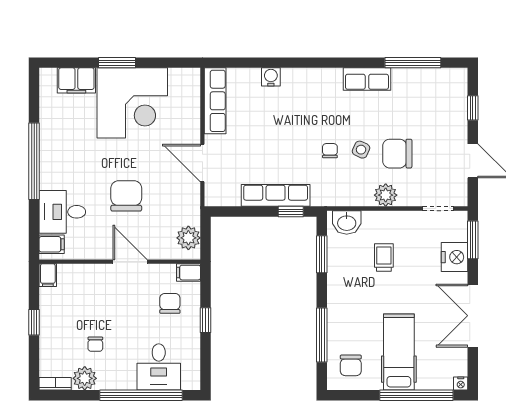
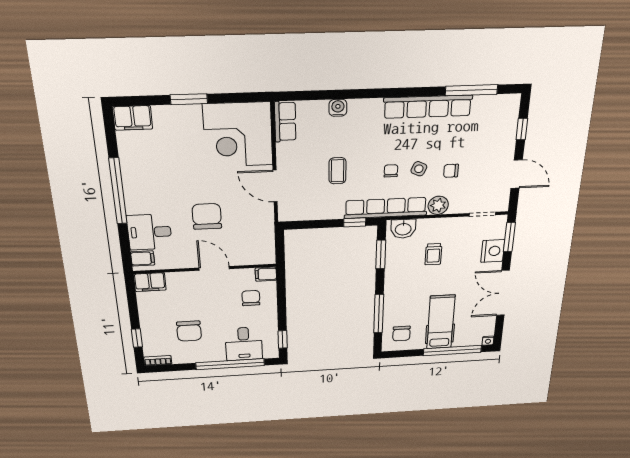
row of seats: (367, 79) -> (428, 107), width x2.02
filing cabinet: (76, 80) -> (133, 118), moved
row of seats: (215, 101) -> (285, 122), width x0.68
corner desk: (132, 103) -> (238, 135), moved, turned 90
coffee table: (271, 148) -> (338, 171), added
chair: (397, 154) -> (451, 171), width x0.54, depth x0.54
row of seats: (276, 195) -> (386, 208), moved, width x1.36
plant: (188, 238) -> (265, 247), removed
trolley: (384, 257) -> (433, 254), turned 180
filing cabinet: (48, 275) -> (150, 282), width x2.00
window: (205, 320) -> (283, 340), moved
window: (34, 322) -> (137, 338), moved
chair: (95, 344) -> (189, 331), width x1.87, depth x1.87
plant: (85, 378) -> (182, 355), removed

